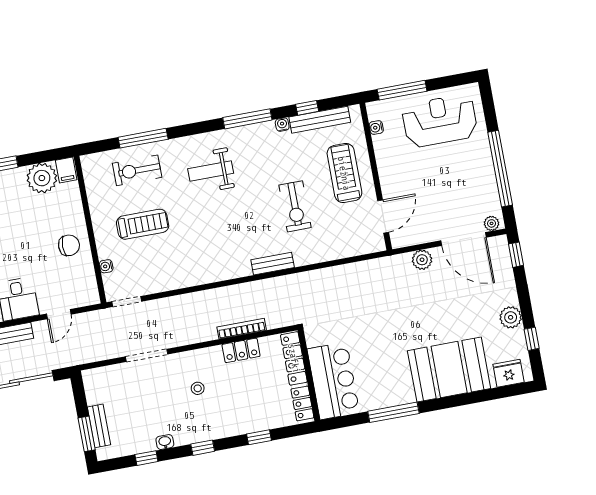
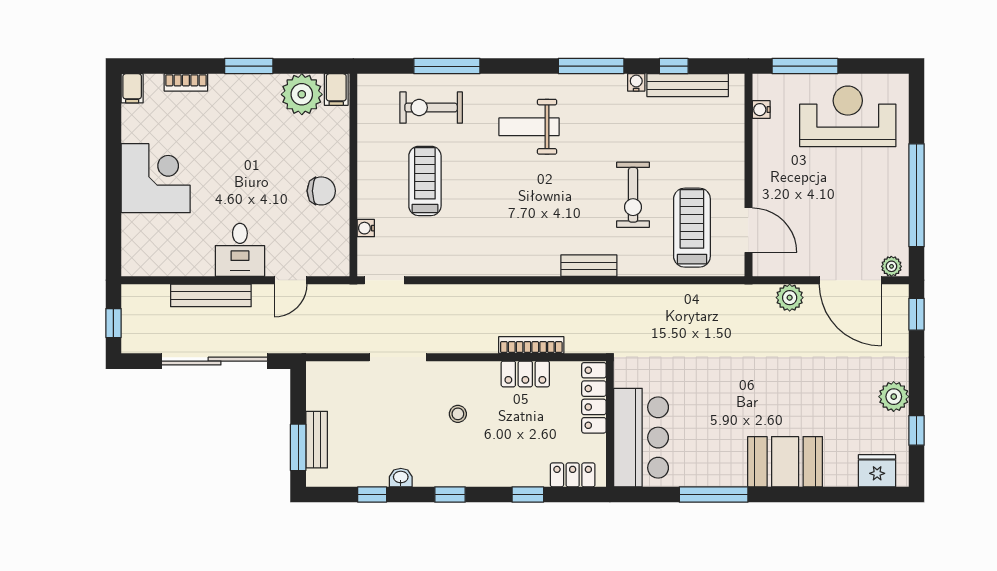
treadmill: (344, 173) -> (692, 228), moved
door: (383, 216) -> (748, 230), hinge flipped
treadmill: (143, 224) -> (425, 181), turned -90
booth: (449, 370) -> (785, 462), width x0.73, depth x0.70
locker: (302, 403) -> (573, 475), moved, turned 90

